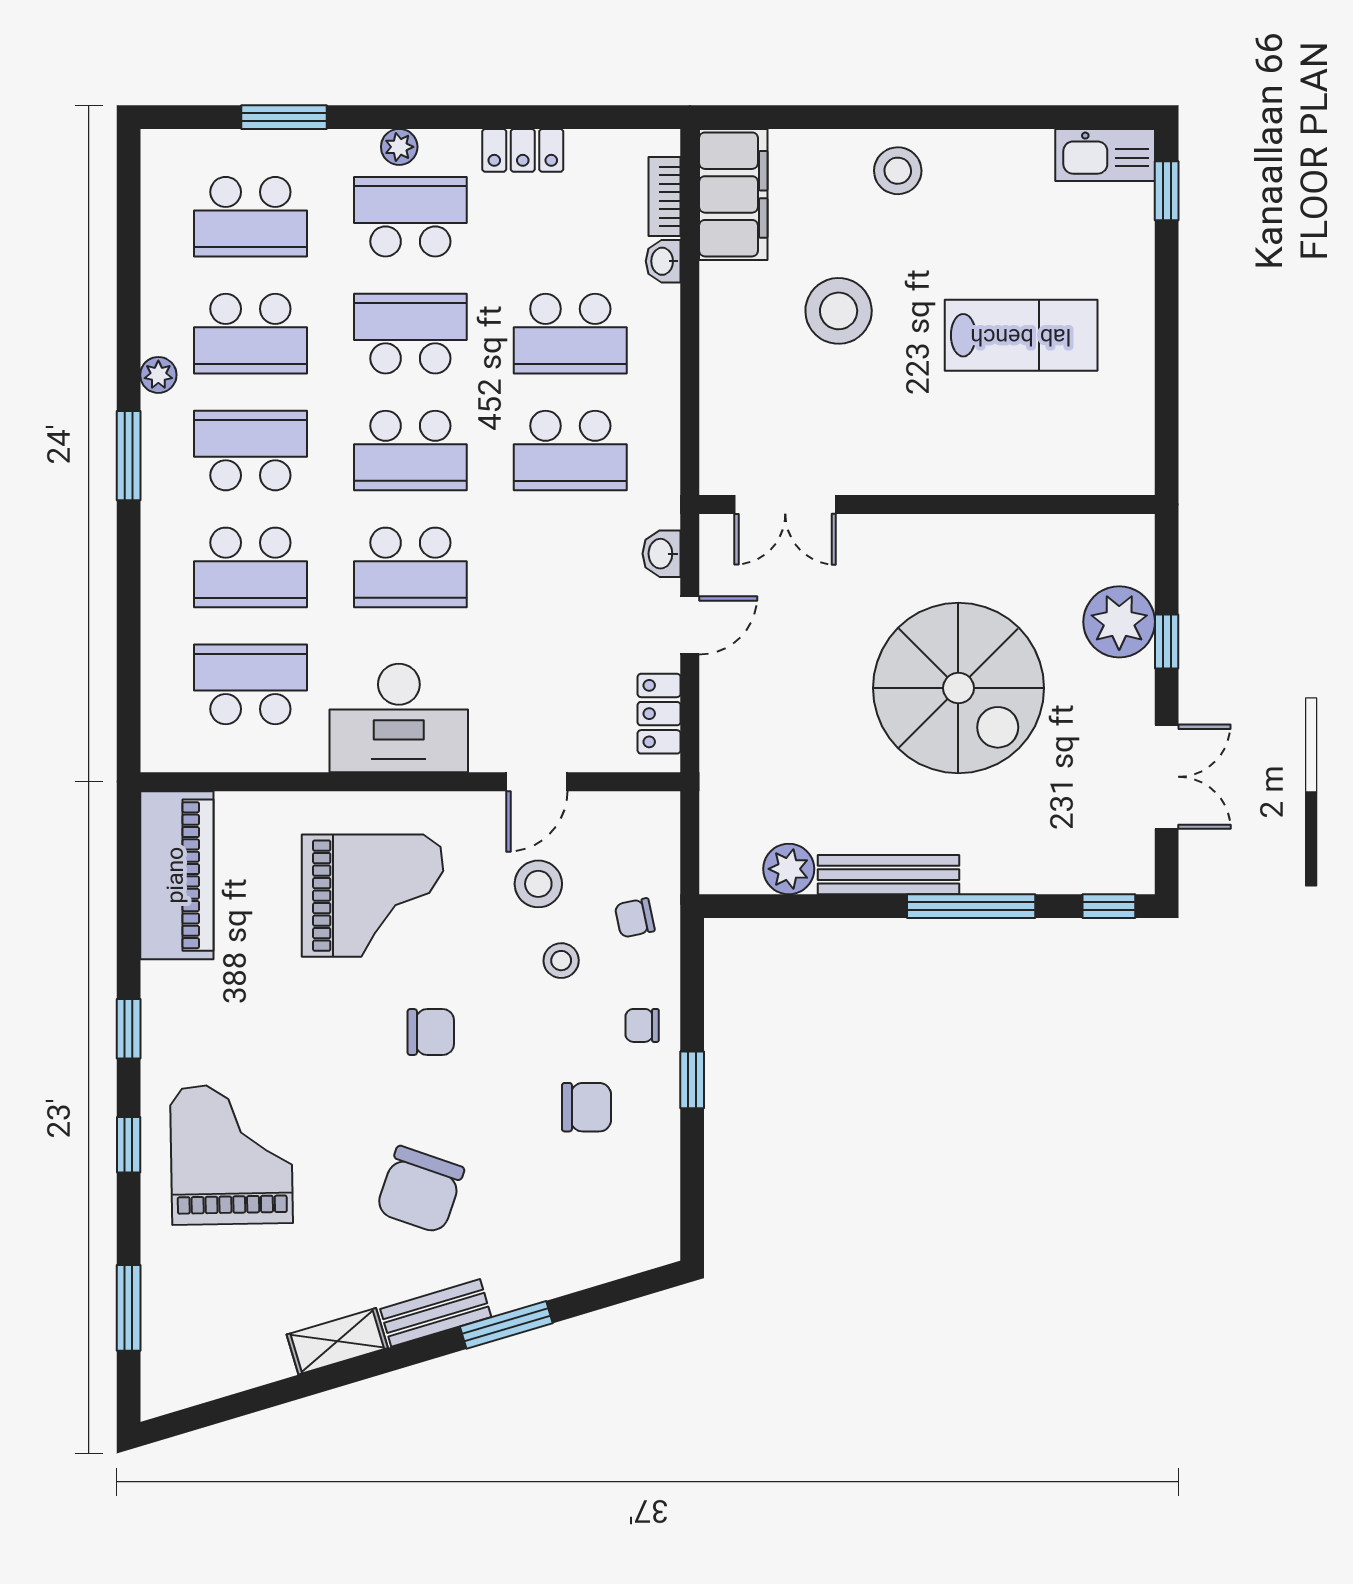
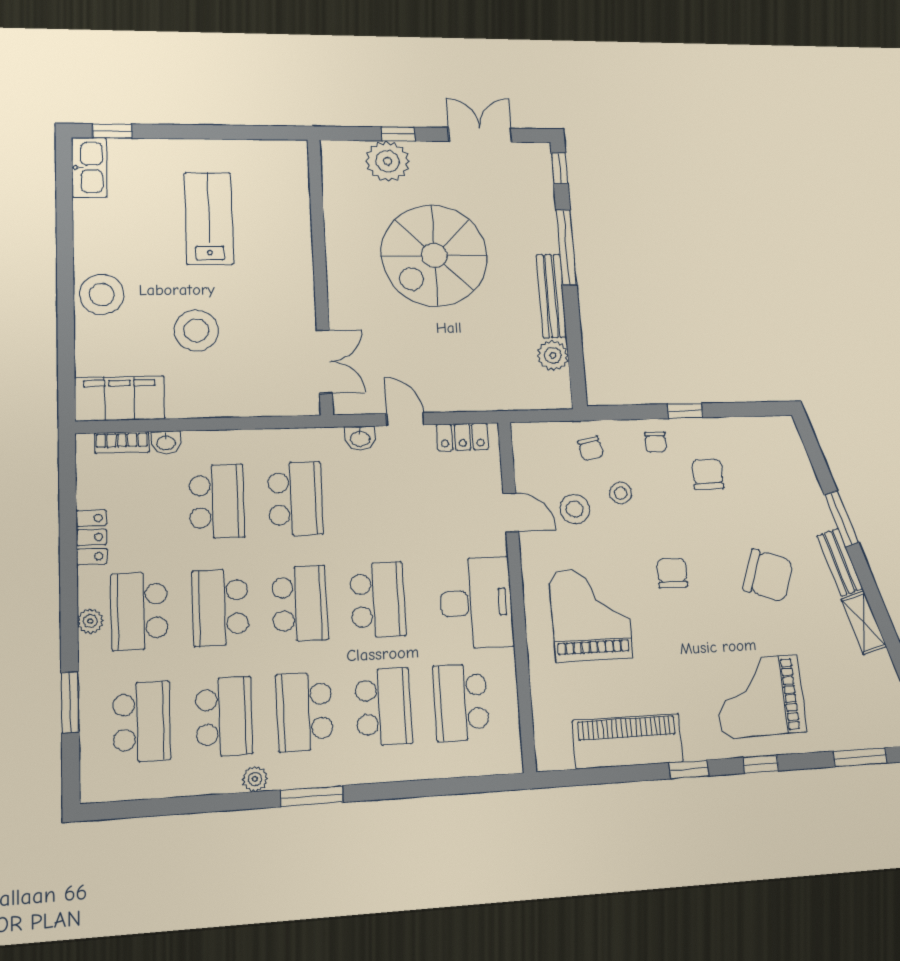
stool: (898, 171) -> (102, 295), width x1.38, depth x1.38
spiral stairs: (958, 688) -> (434, 255), turned 180
piano: (177, 875) -> (628, 741), moved

